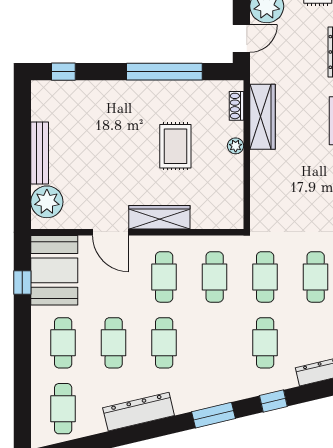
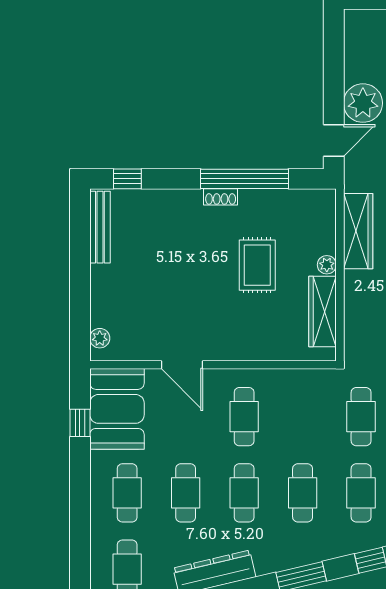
shoe rack: (237, 106) -> (221, 197), moved, turned -90
bench: (40, 153) -> (100, 227), moved
plant: (47, 202) -> (100, 338), width x0.53, depth x0.53
wardrobe: (159, 217) -> (322, 311), moved, turned -90
cafe table: (215, 277) -> (303, 493), moved

